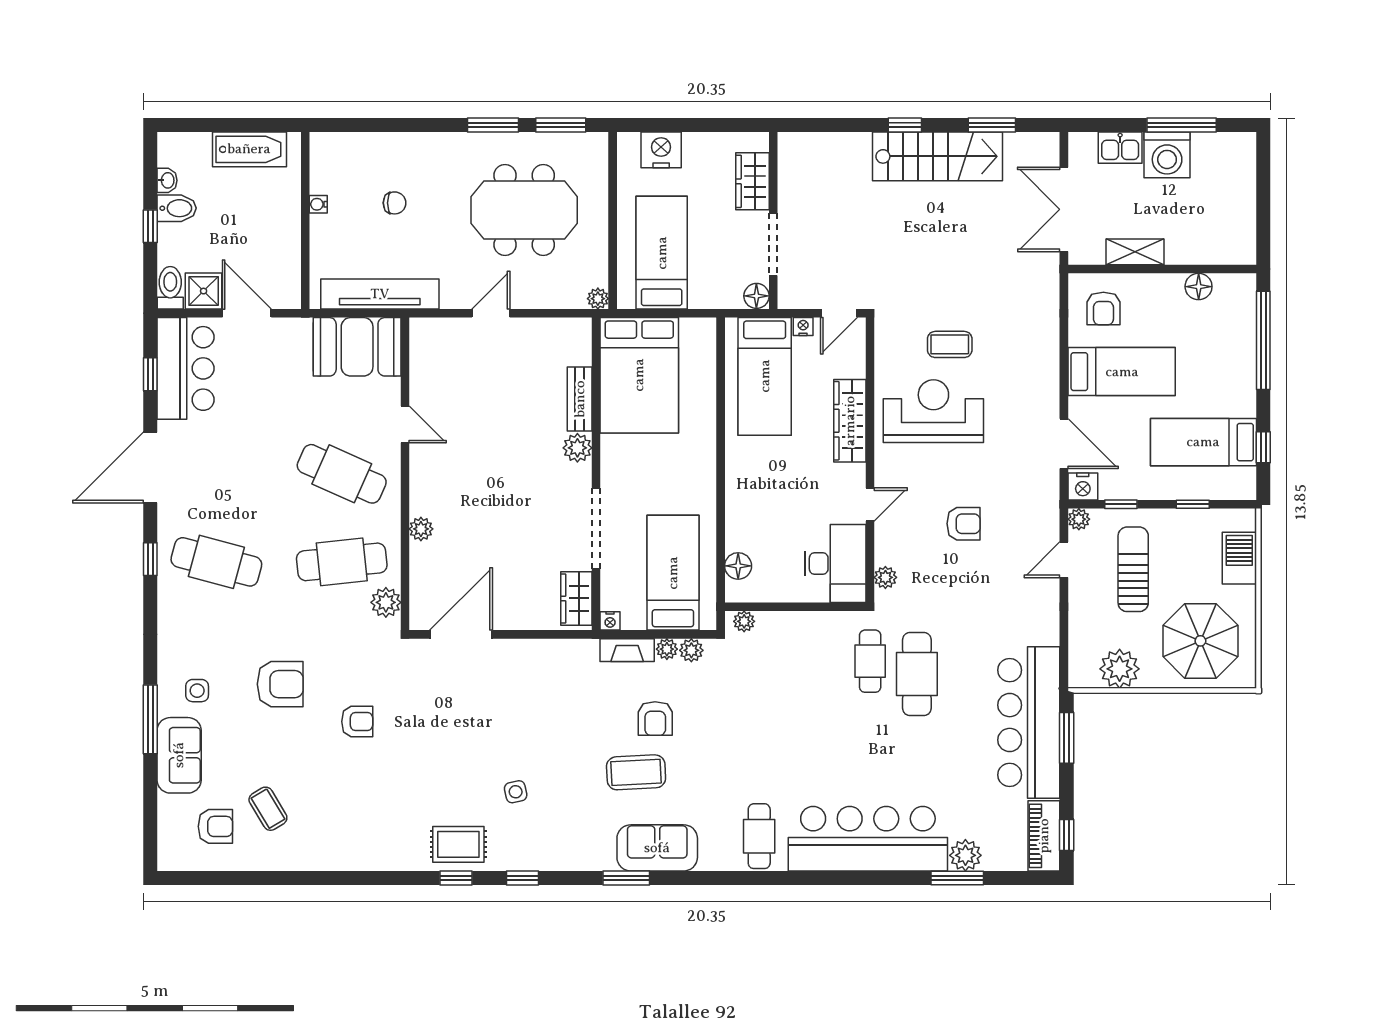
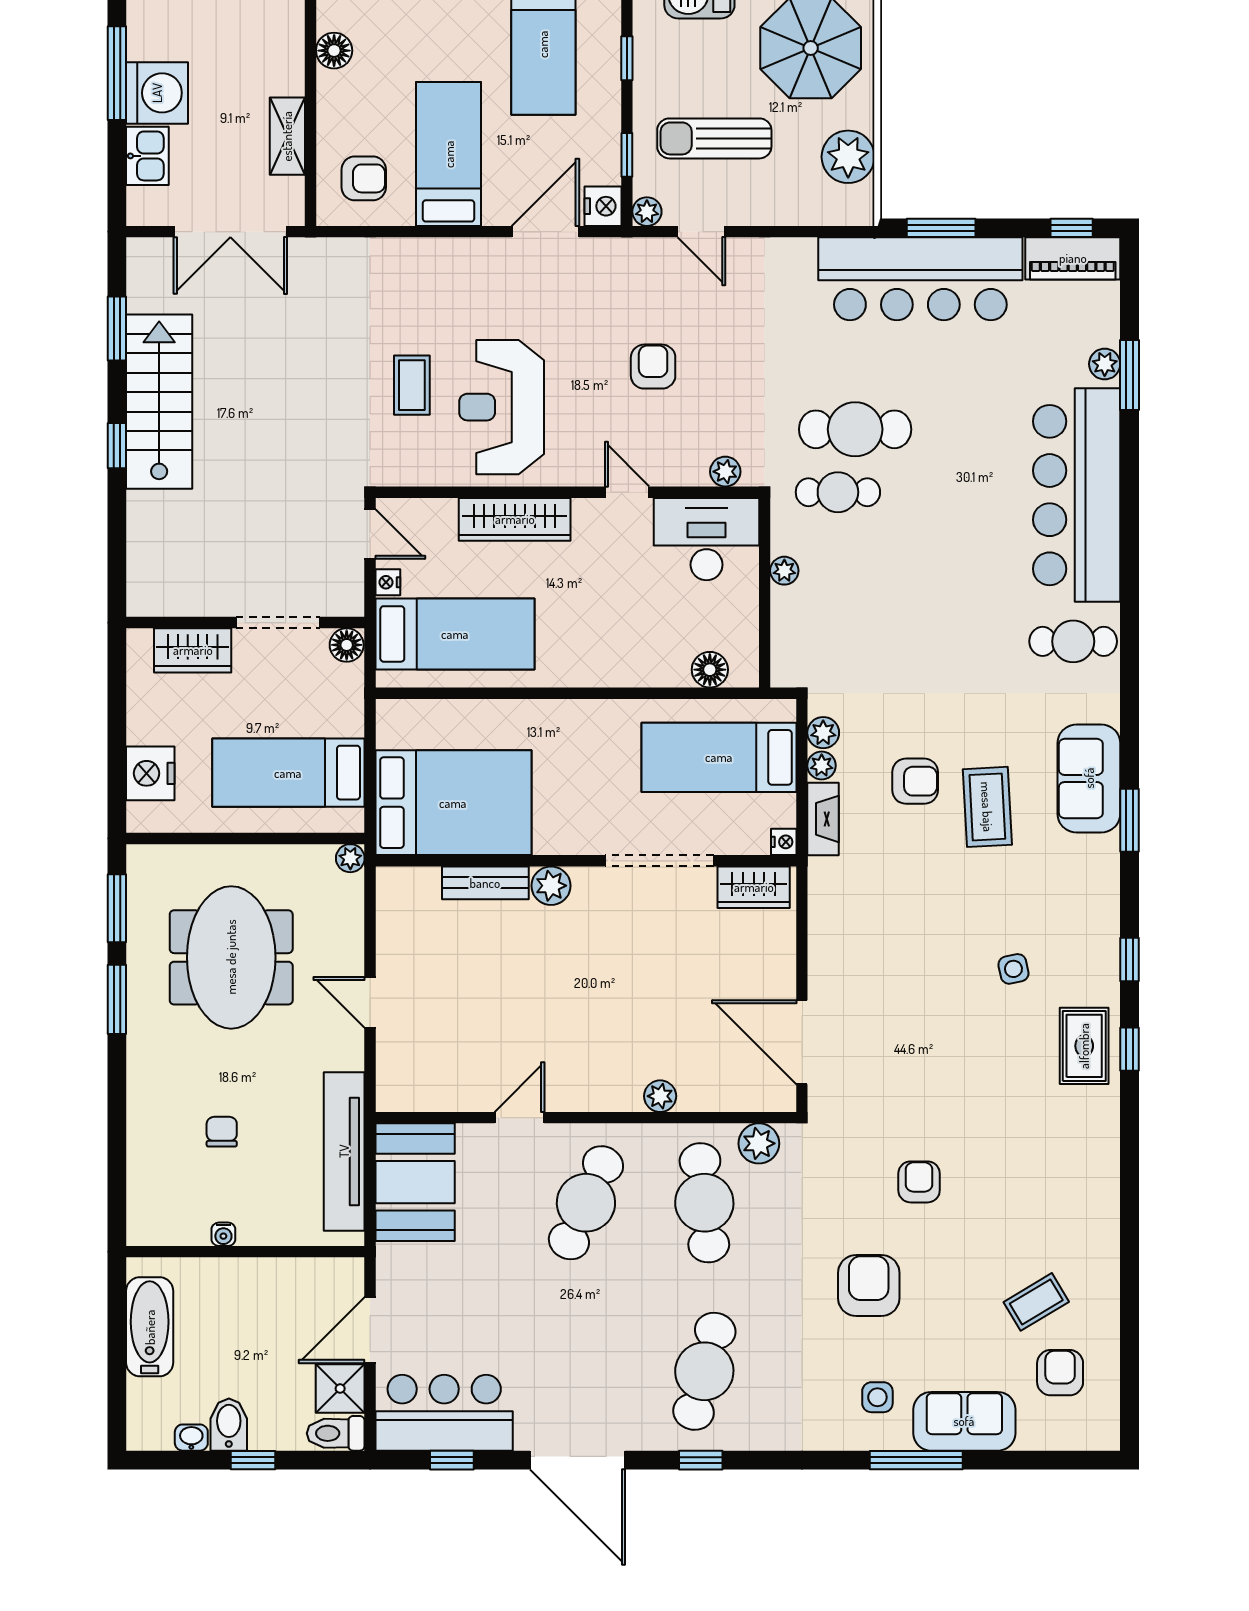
plant: (744, 621) -> (784, 571), moved
plant: (965, 855) -> (1105, 364), width x0.73, depth x0.73

